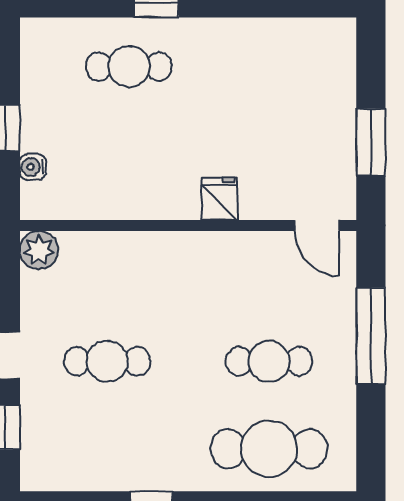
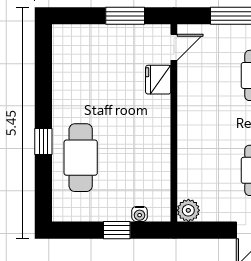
cafe table: (129, 66) -> (81, 158), width x1.37, depth x1.35
fridge: (219, 199) -> (158, 80), moved, width x1.38

